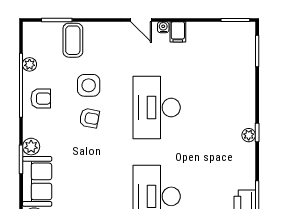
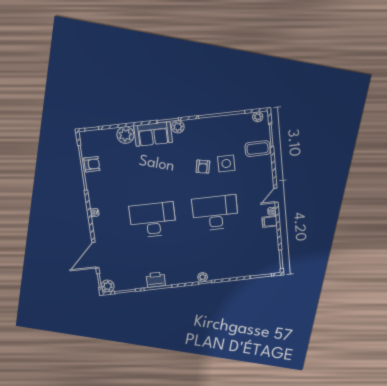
plant: (30, 64) -> (258, 117), moved
armchair: (41, 99) -> (213, 130), removed

